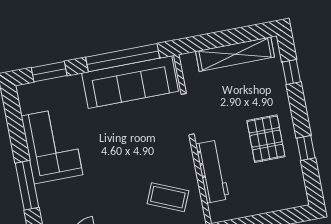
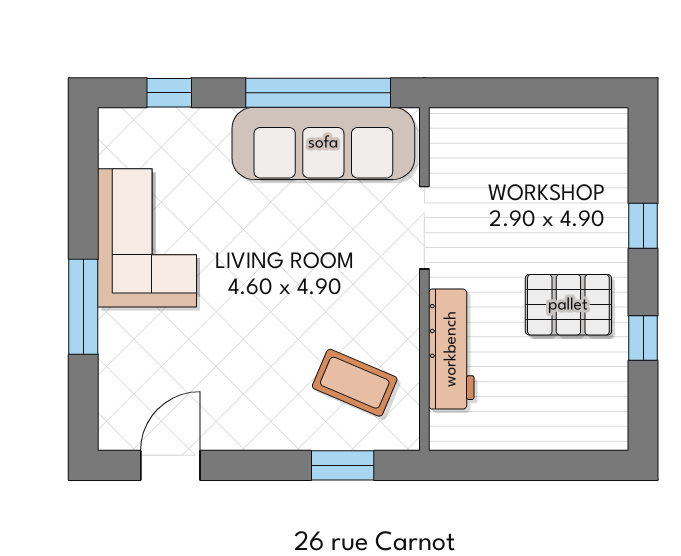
shelving: (235, 54) -> (539, 128), removed
window: (49, 72) -> (169, 93), width x0.67
window: (291, 72) -> (643, 226), moved
pallet: (266, 139) -> (568, 305), turned 90

